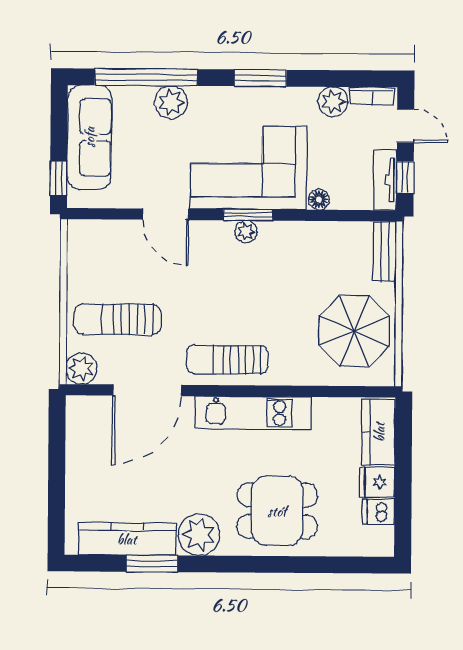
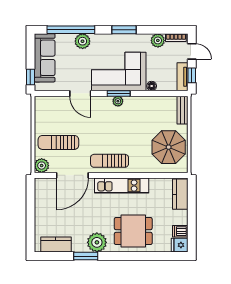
fridge: (377, 482) -> (180, 245), moved
kitchen counter: (127, 539) -> (56, 245), width x0.67
window: (152, 564) -> (86, 256), moved

